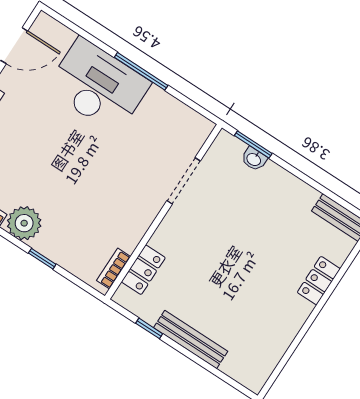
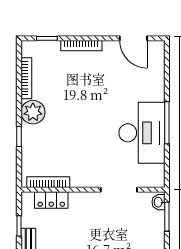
desk: (98, 86) -> (142, 133), moved
washbasin: (254, 159) -> (159, 202), moved
bookcase: (114, 269) -> (48, 182), width x1.56

